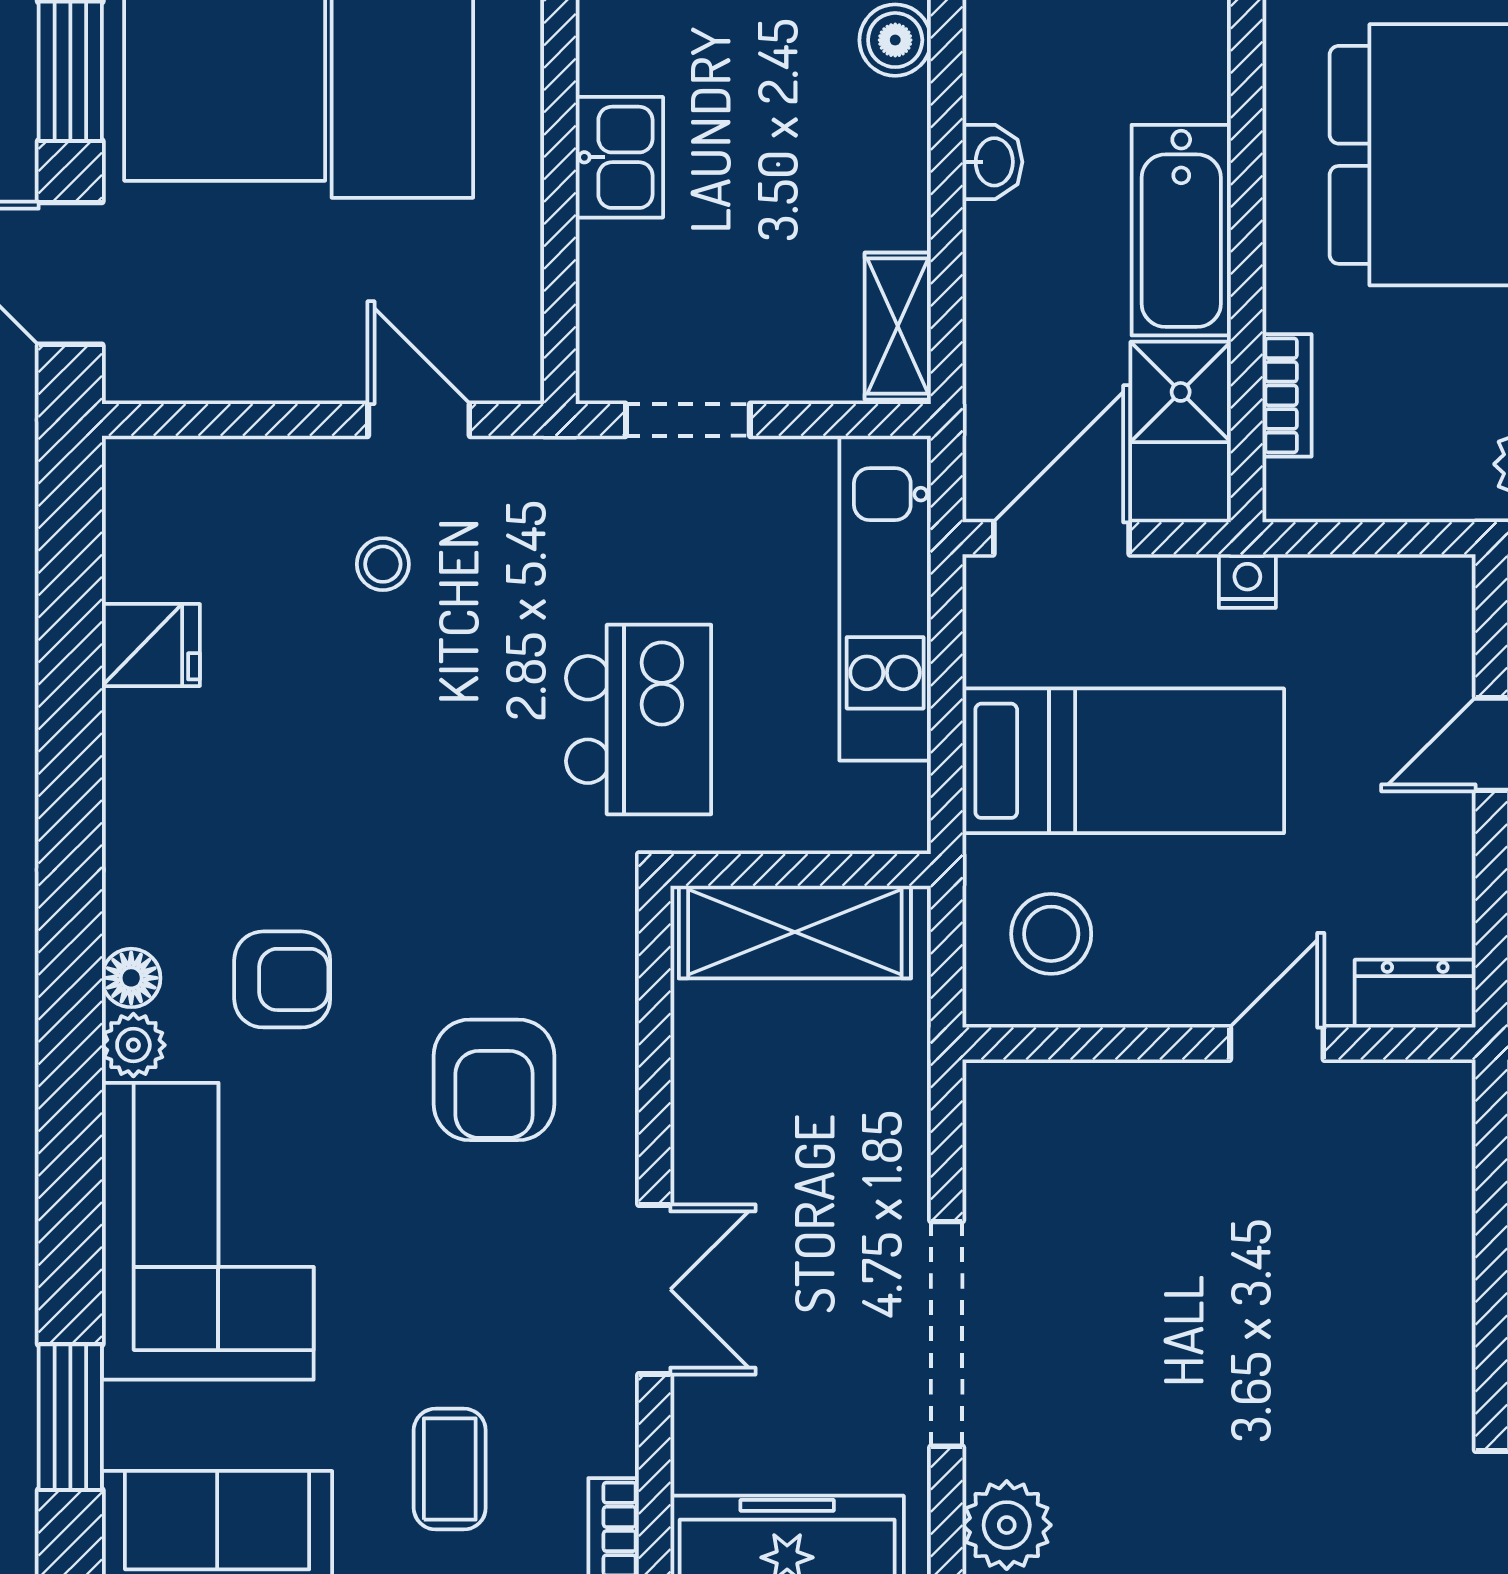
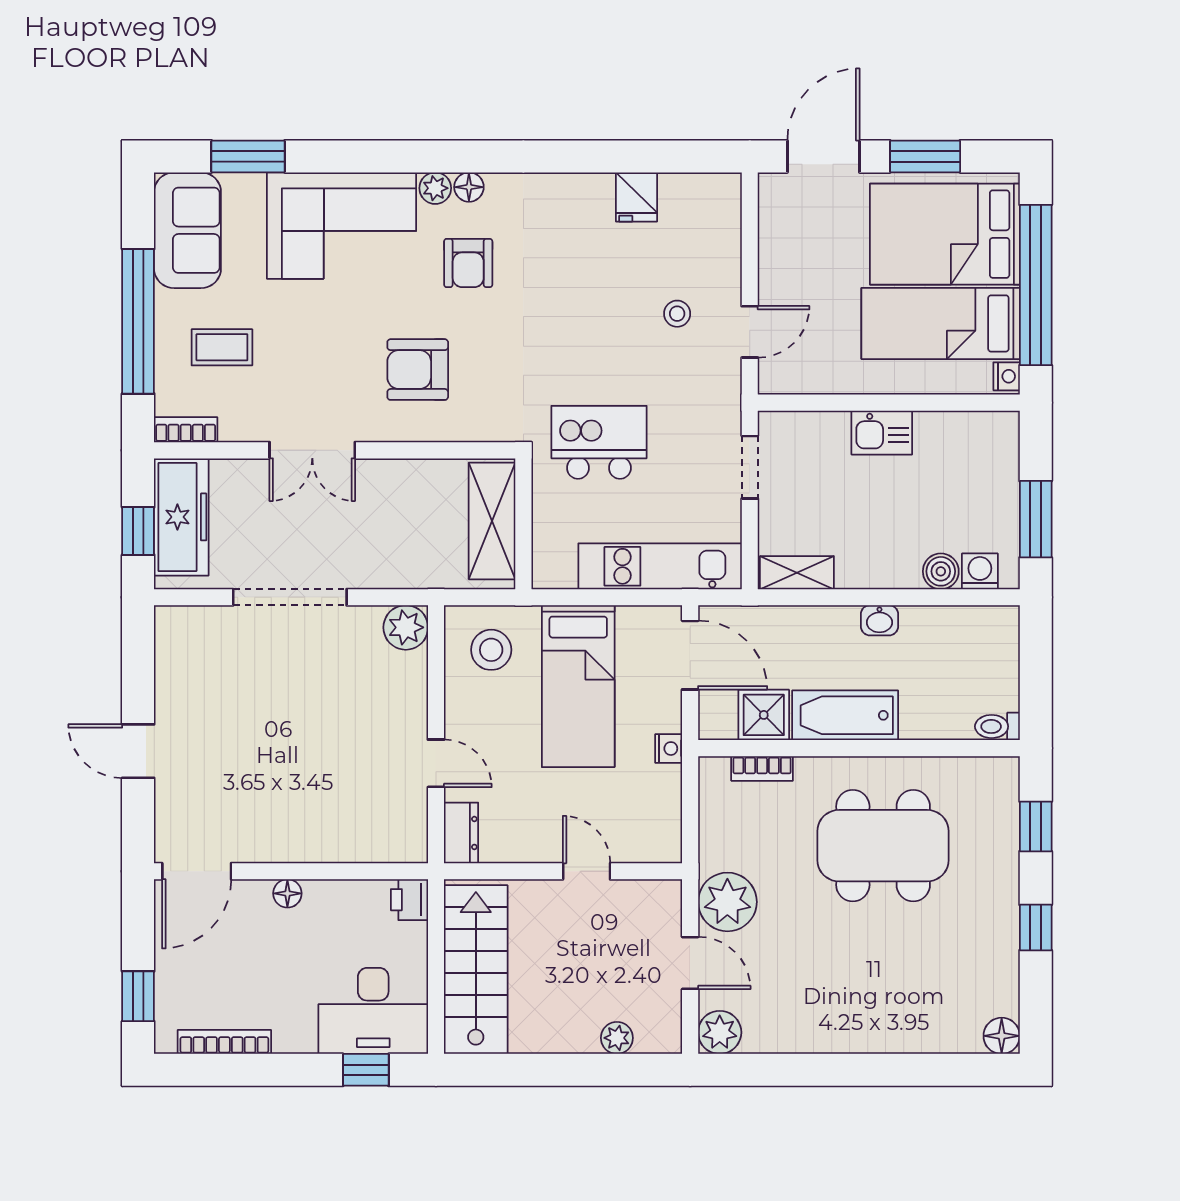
kitchen island: (639, 720) -> (599, 442), turned 180
plant: (1007, 1525) -> (406, 627), moved

